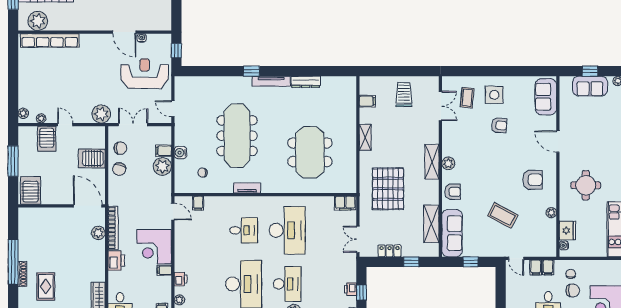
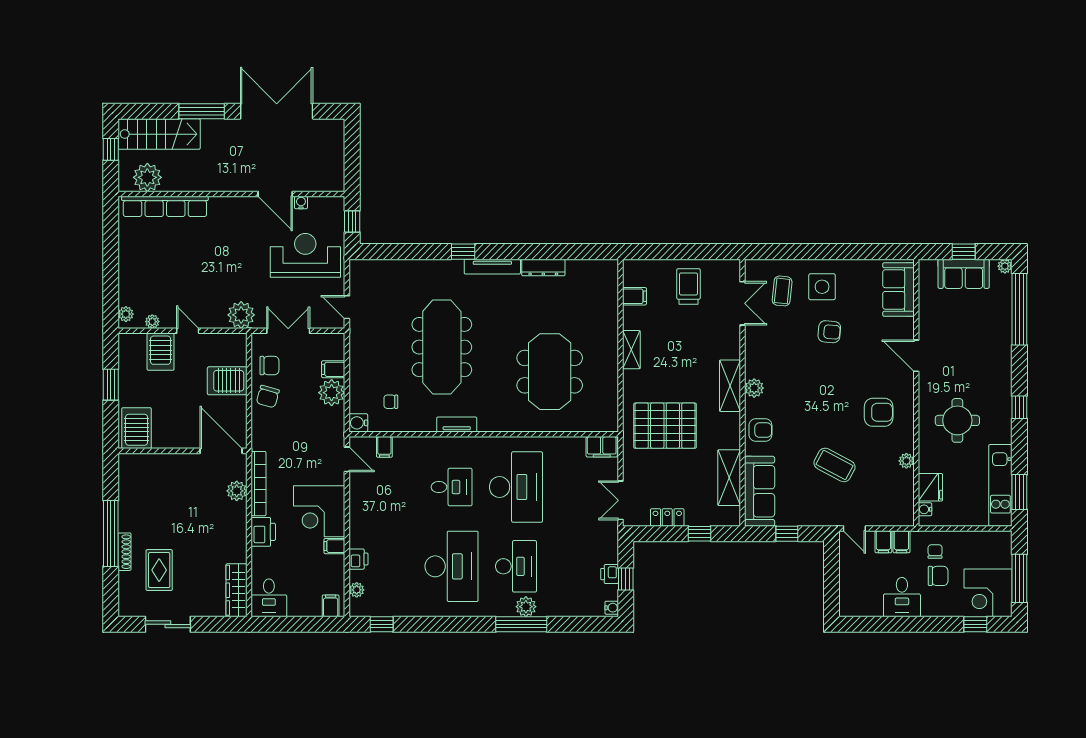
water cooler: (181, 153) -> (358, 423), moved
window: (13, 161) -> (111, 385), width x0.69
pallet: (388, 189) -> (665, 426), turned 90

